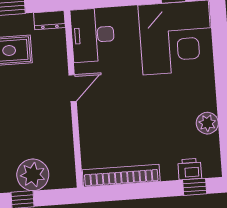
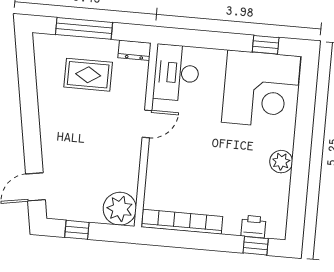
plant: (207, 123) -> (281, 162), moved
plant: (33, 175) -> (120, 209), moved

